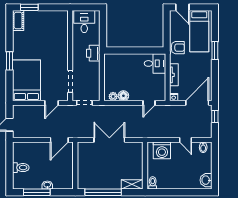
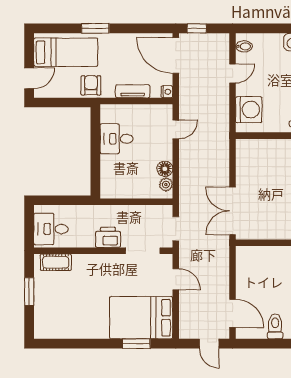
window: (29, 7) -> (29, 292), moved
cot: (18, 20) -> (56, 262), moved
printer: (93, 53) -> (108, 237), moved, turned 180
window: (10, 61) -> (136, 344), moved
desk: (155, 63) -> (116, 139), moved, turned -90
door: (149, 103) -> (176, 129), hinge flipped
door: (59, 140) -> (233, 313), moved
double door: (109, 140) -> (233, 211), moved

